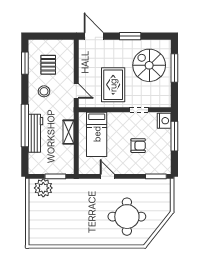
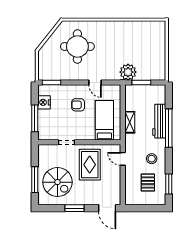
nightstand: (164, 121) -> (44, 102), moved
armchair: (138, 146) -> (78, 105), moved
plant: (43, 188) -> (128, 72), moved

